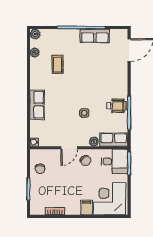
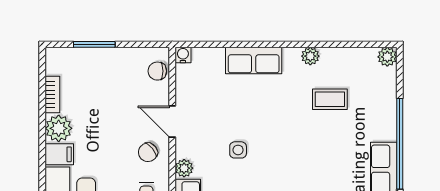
plant: (35, 53) -> (310, 56), moved
chair: (40, 169) -> (157, 71), moved
plant: (73, 208) -> (59, 128), added

